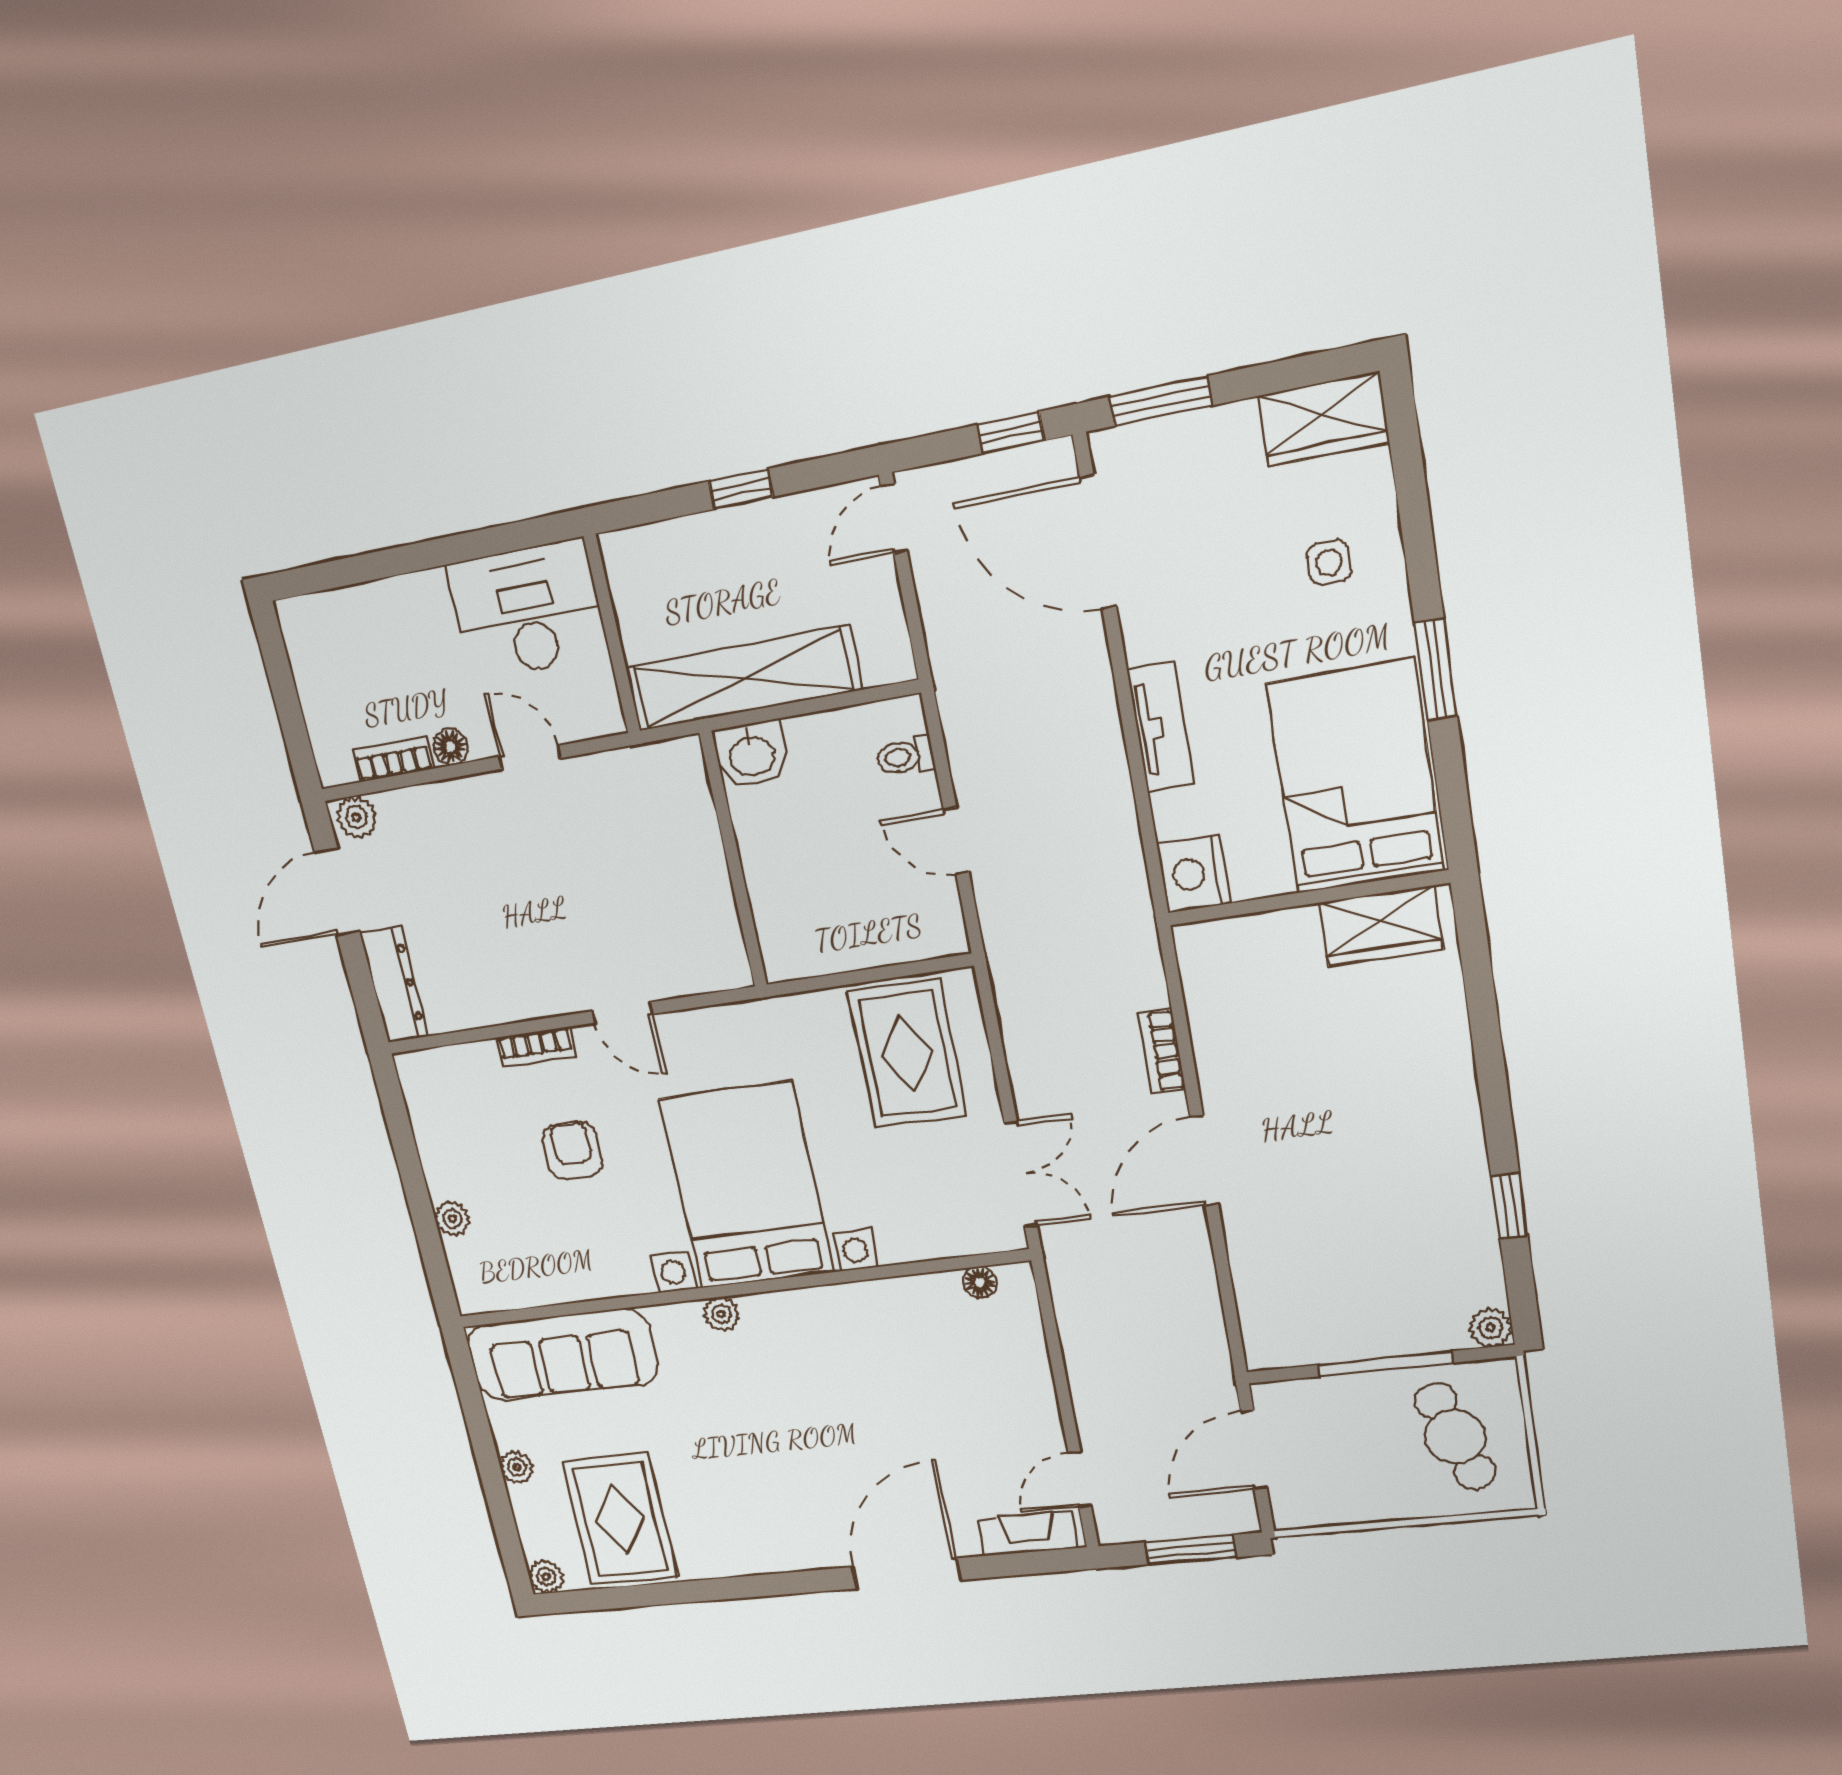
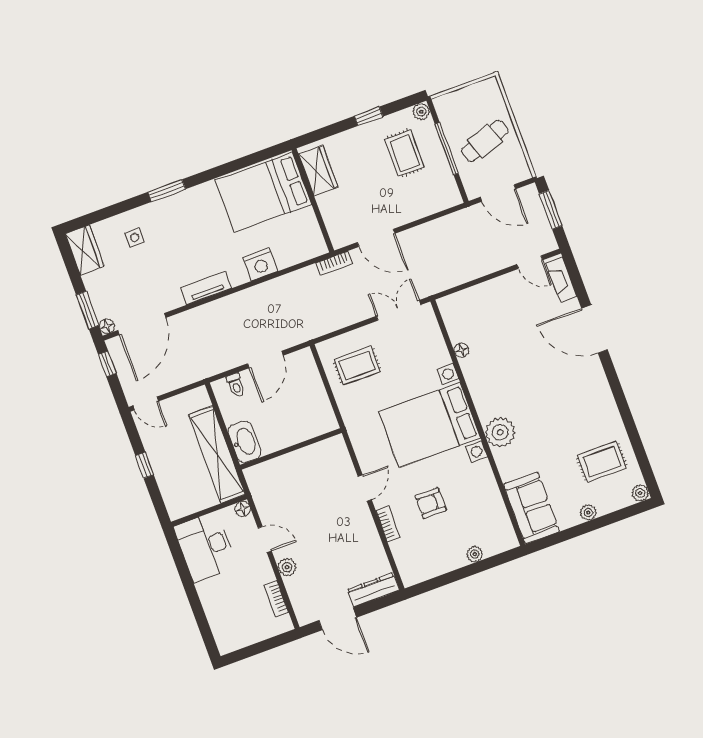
floor lamp: (1109, 448) -> (107, 326), added
floor lamp: (450, 747) -> (243, 509), moved
washbasin: (752, 754) -> (244, 442), width x1.38
door: (530, 757) -> (265, 540), swing flipped
bed: (1355, 777) -> (263, 192), moved
plant: (357, 817) -> (287, 567), moved
door: (956, 841) -> (265, 359), width x1.37
wall: (1307, 898) -> (313, 200), moved
wardrobe: (1381, 926) -> (318, 171), moved
rug: (907, 1054) -> (357, 365), width x0.73, depth x0.70
rug: (1397, 1268) -> (404, 153), added
floor lamp: (980, 1282) -> (461, 350), moved
plant: (721, 1314) -> (500, 432), width x1.88, depth x1.88
sofa: (562, 1355) -> (531, 508), width x0.73
cafe table: (1455, 1436) -> (485, 141), moved
rug: (620, 1519) -> (602, 462), width x0.73, depth x0.70

